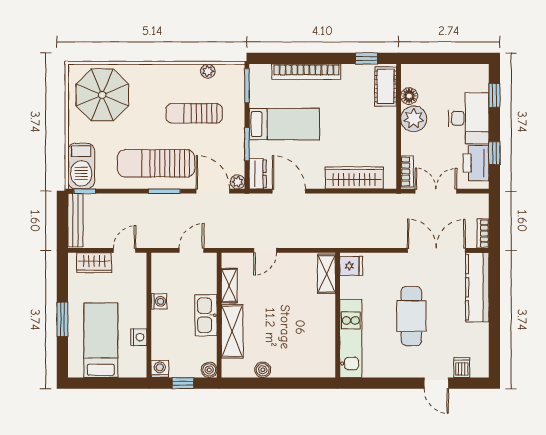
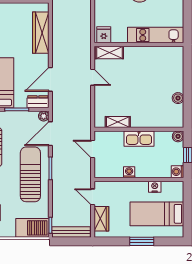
sun lounger: (156, 163) -> (30, 174), turned 180
door: (265, 250) -> (93, 77), moved
shelving: (232, 331) -> (150, 120), removed

